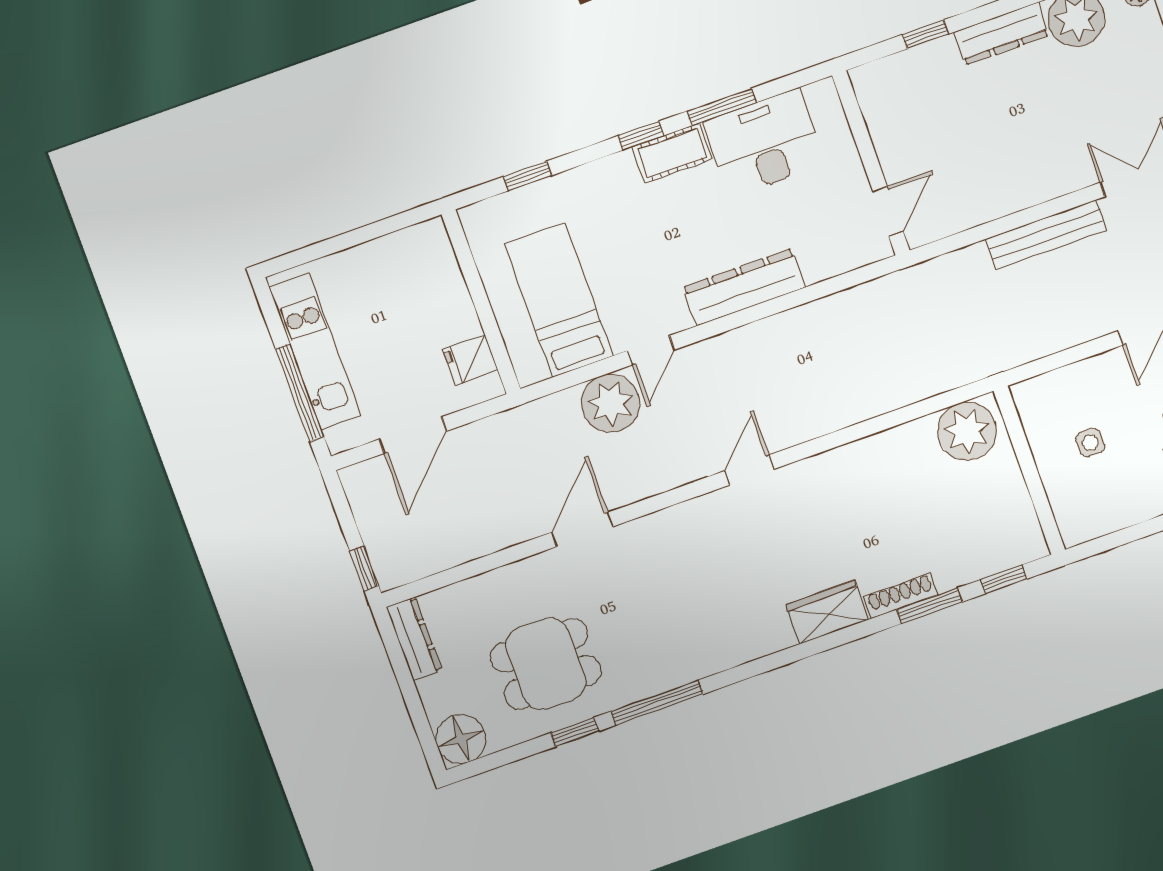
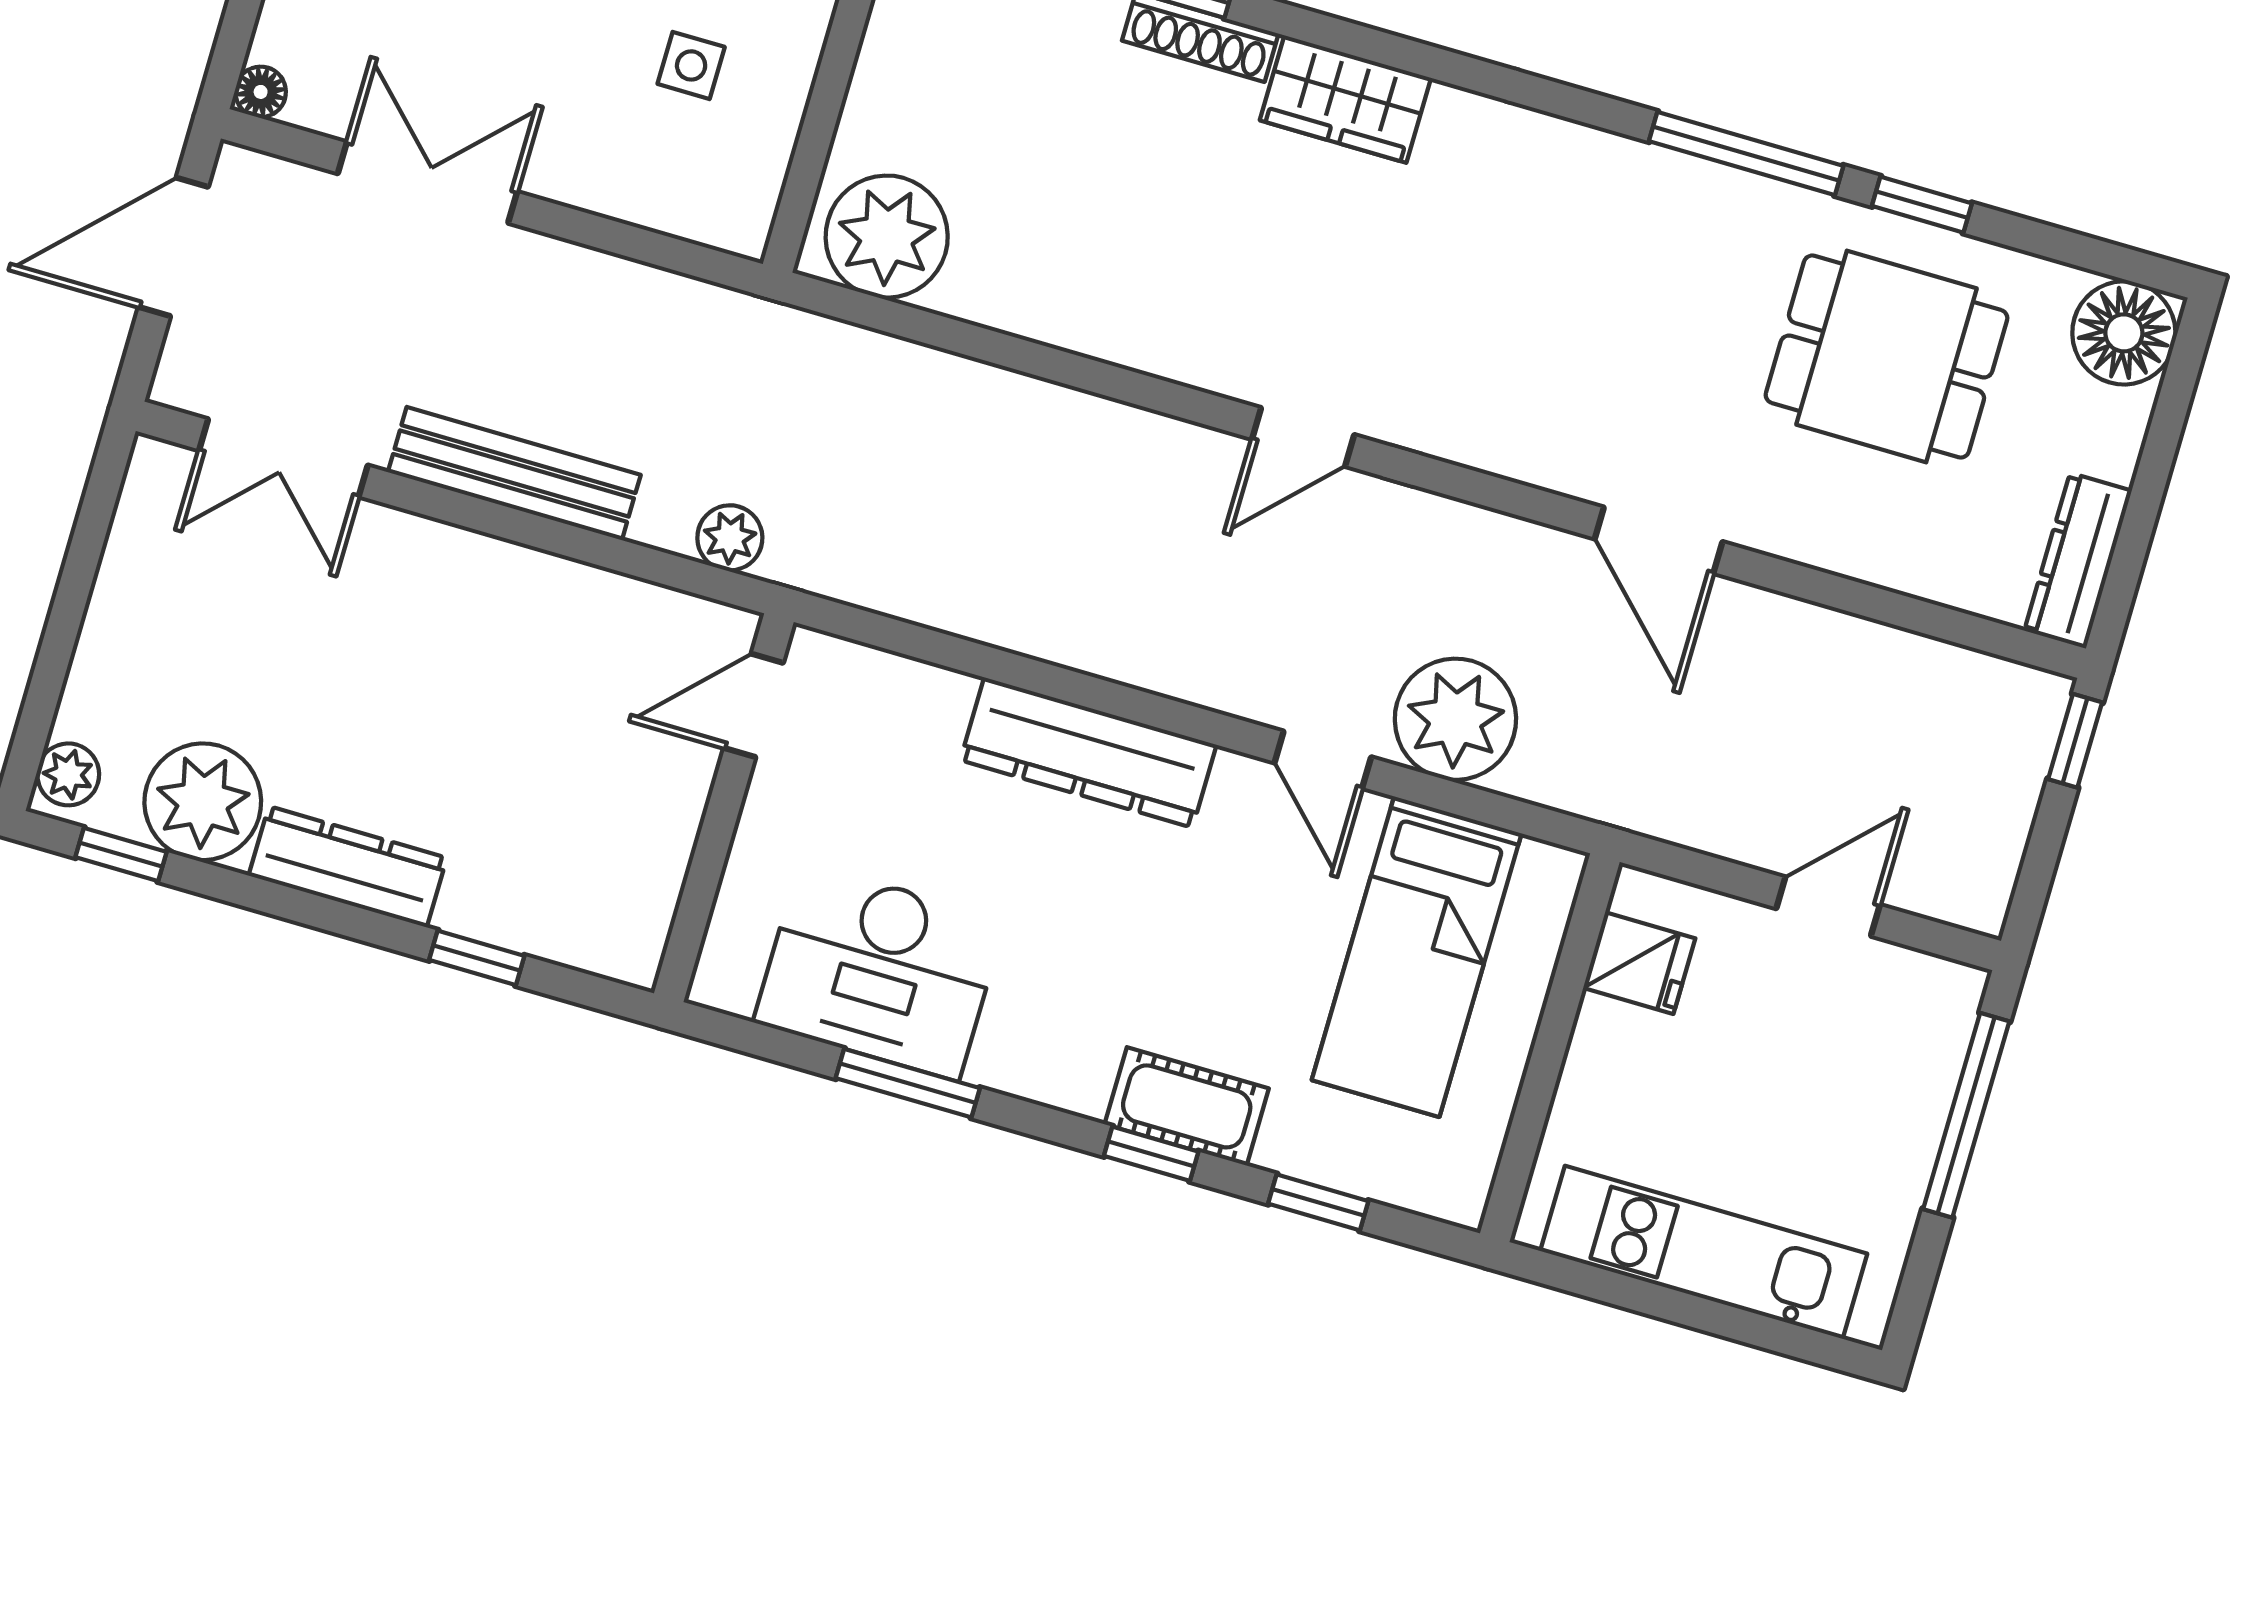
window: (641, 136) -> (1151, 1154), moved
cot: (672, 153) -> (1187, 1106), moved
plant: (944, 270) -> (730, 538), added
door: (651, 350) -> (1323, 760), swing flipped
kitchen unit: (315, 351) -> (1704, 1252), moved, turned 90
door: (413, 435) -> (1828, 907), width x0.73
door: (582, 529) -> (1659, 540), hinge flipped

